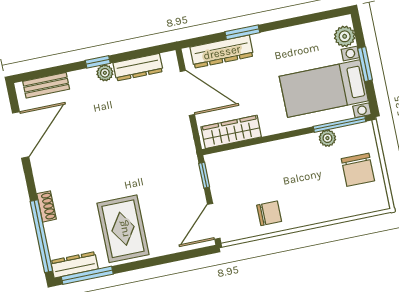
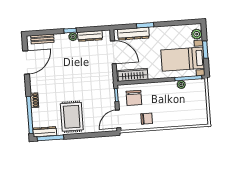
chair: (358, 170) -> (134, 98), moved

